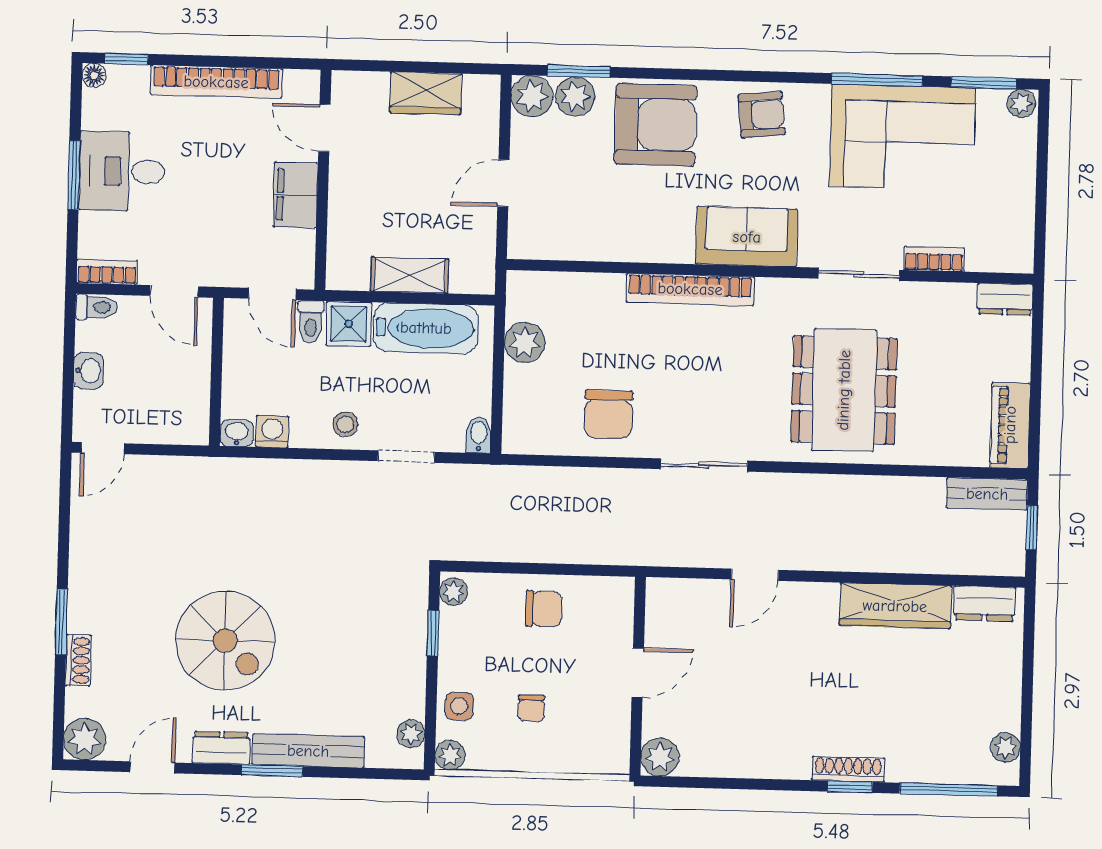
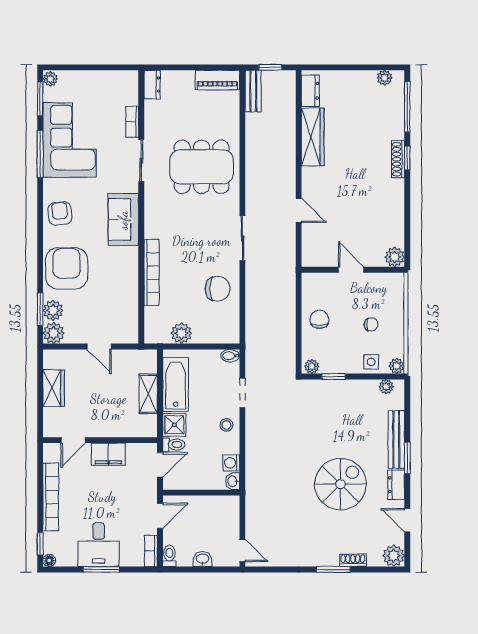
bookcase: (690, 289) -> (152, 272), moved

